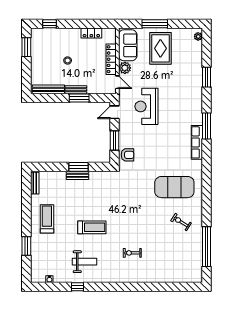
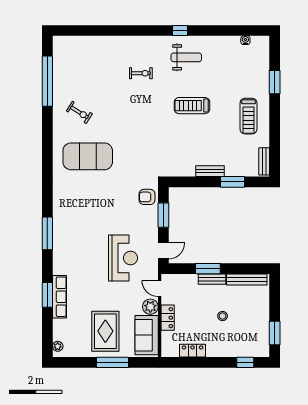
locker: (111, 59) -> (168, 318), width x0.66
row of seats: (197, 142) -> (59, 297), moved
window: (78, 167) -> (233, 182), moved
weight bench: (84, 262) -> (186, 57), moved, turned 180
window: (78, 287) -> (180, 30), moved

